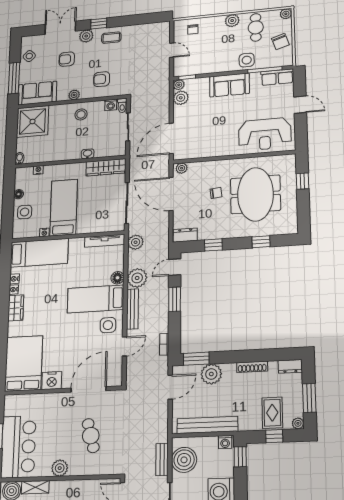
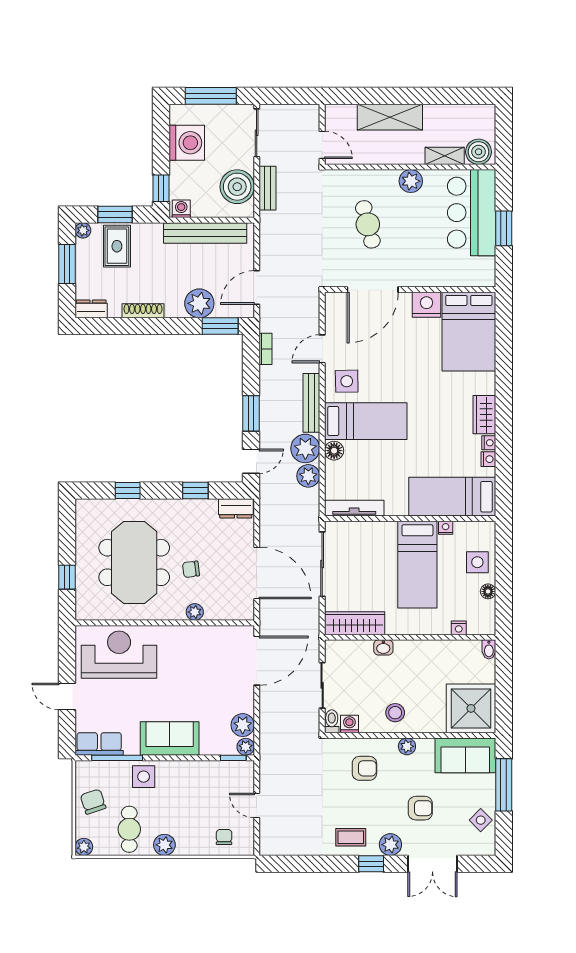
plant: (182, 168) -> (195, 612), moved
plant: (136, 242) -> (308, 476), moved
window: (274, 436) -> (115, 214), width x1.50

